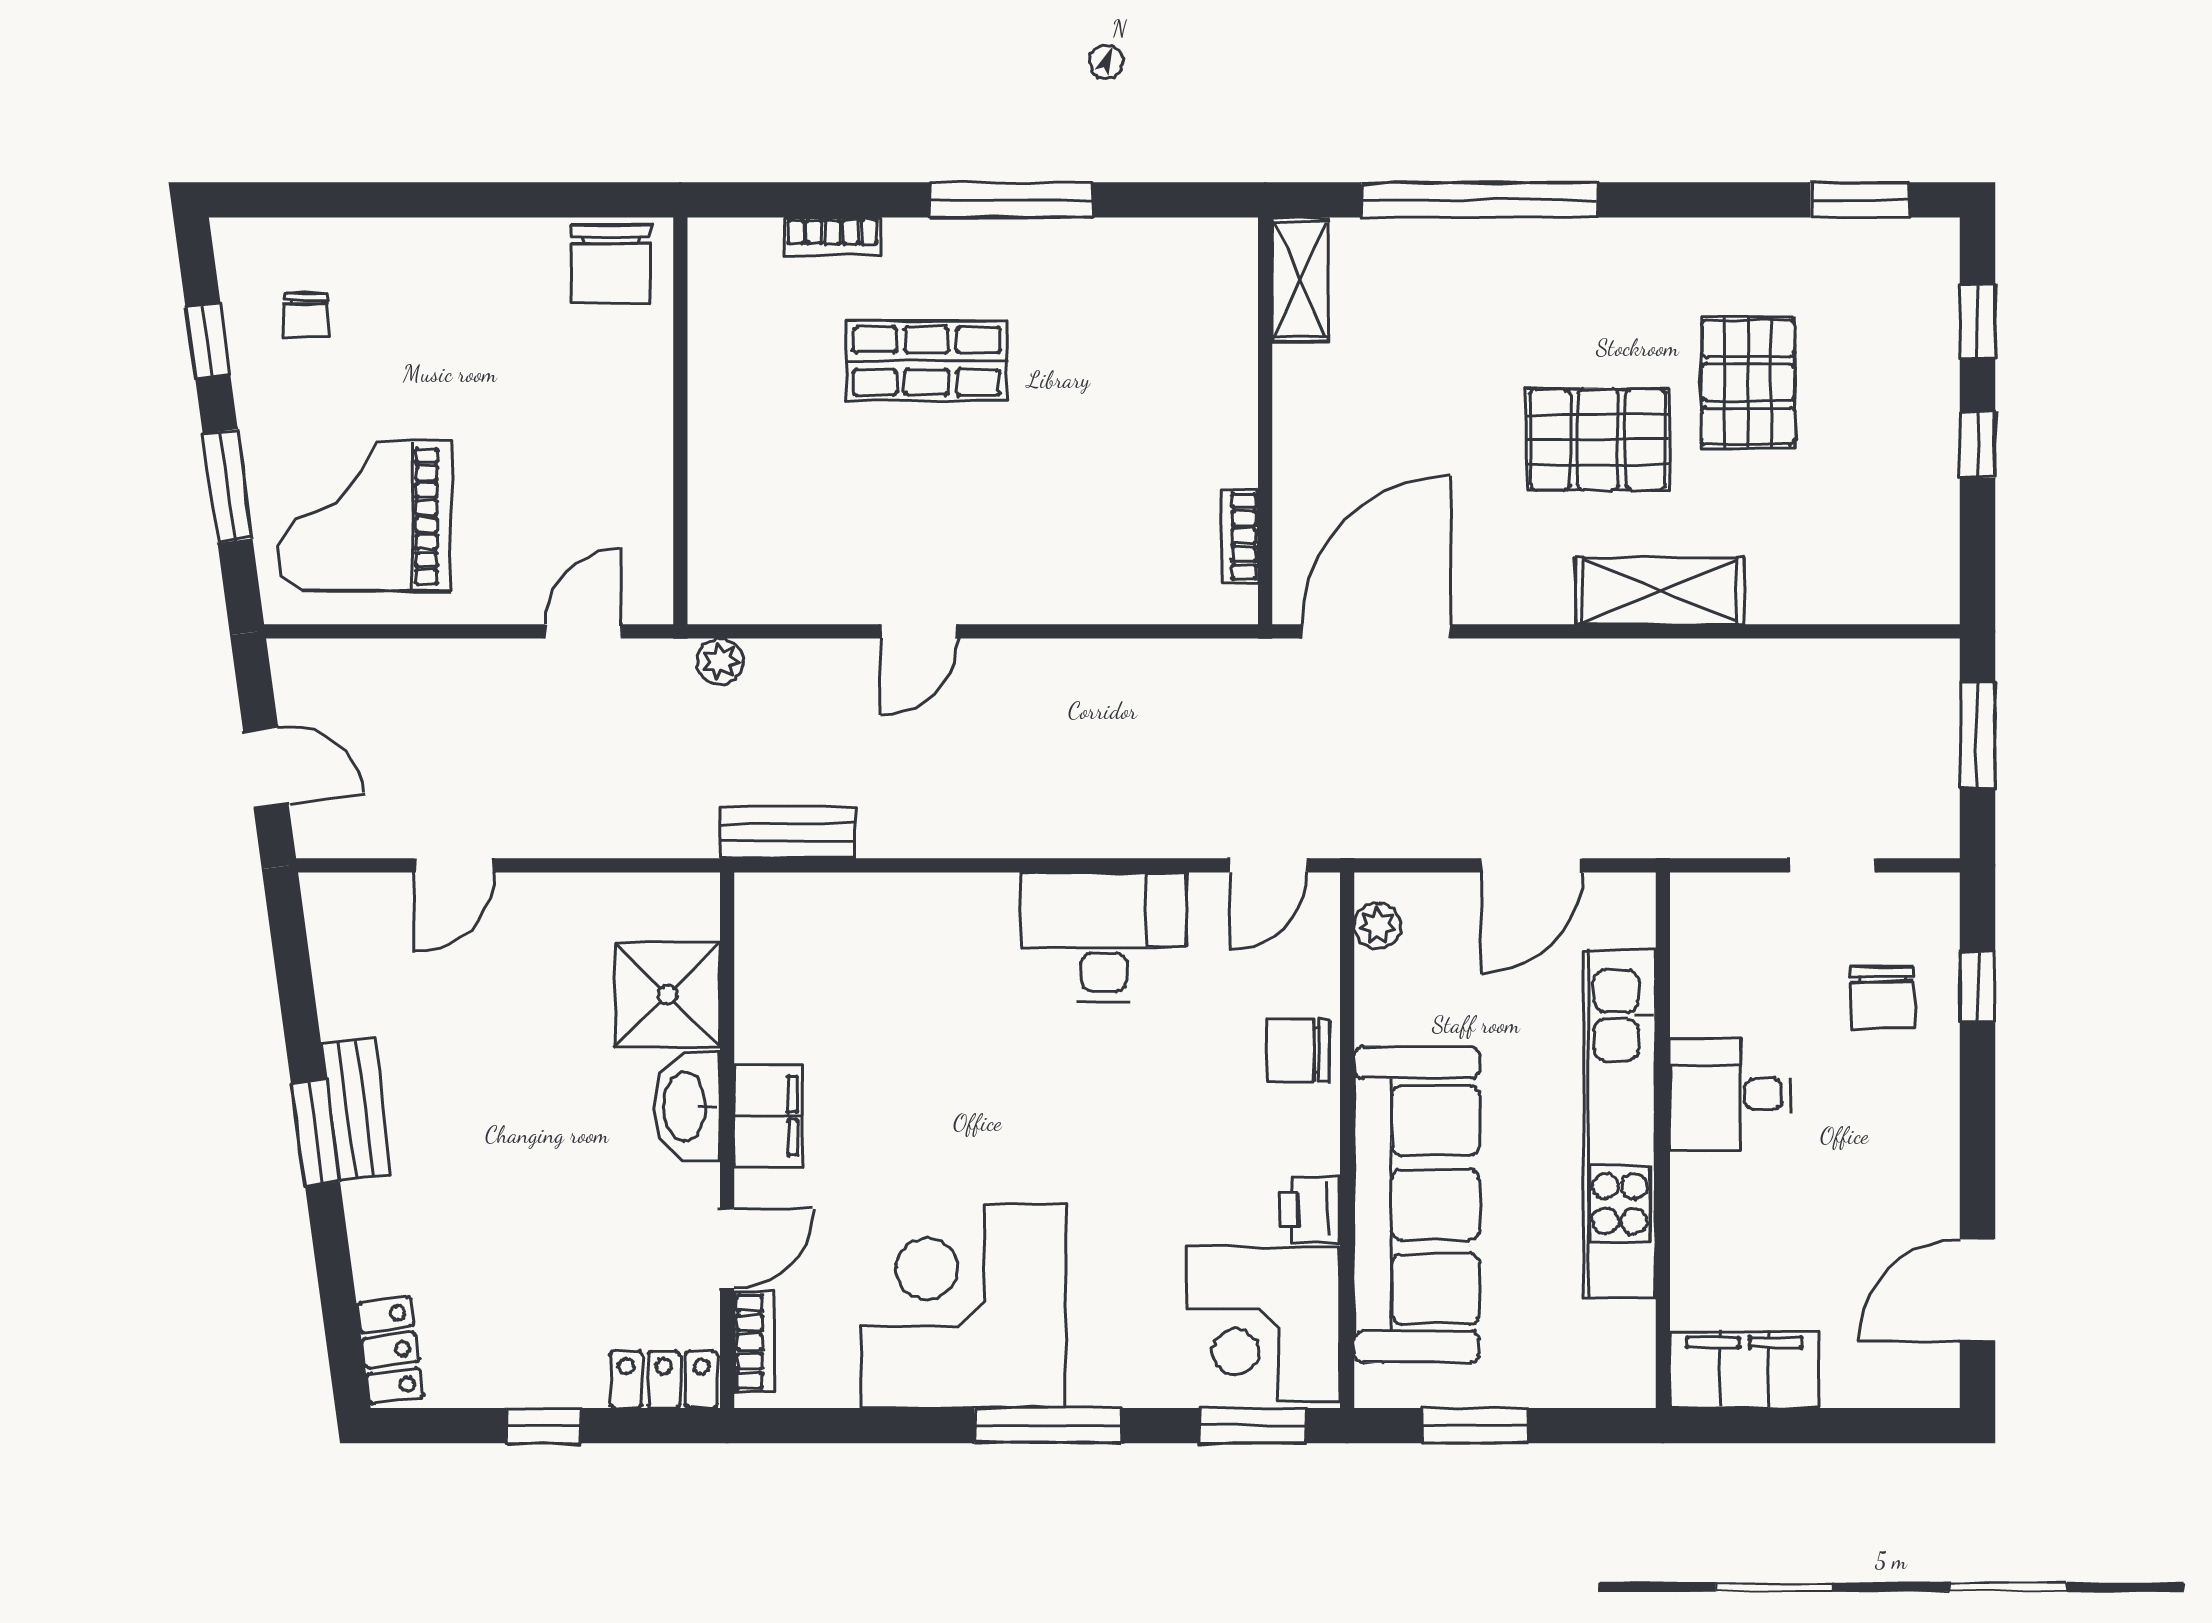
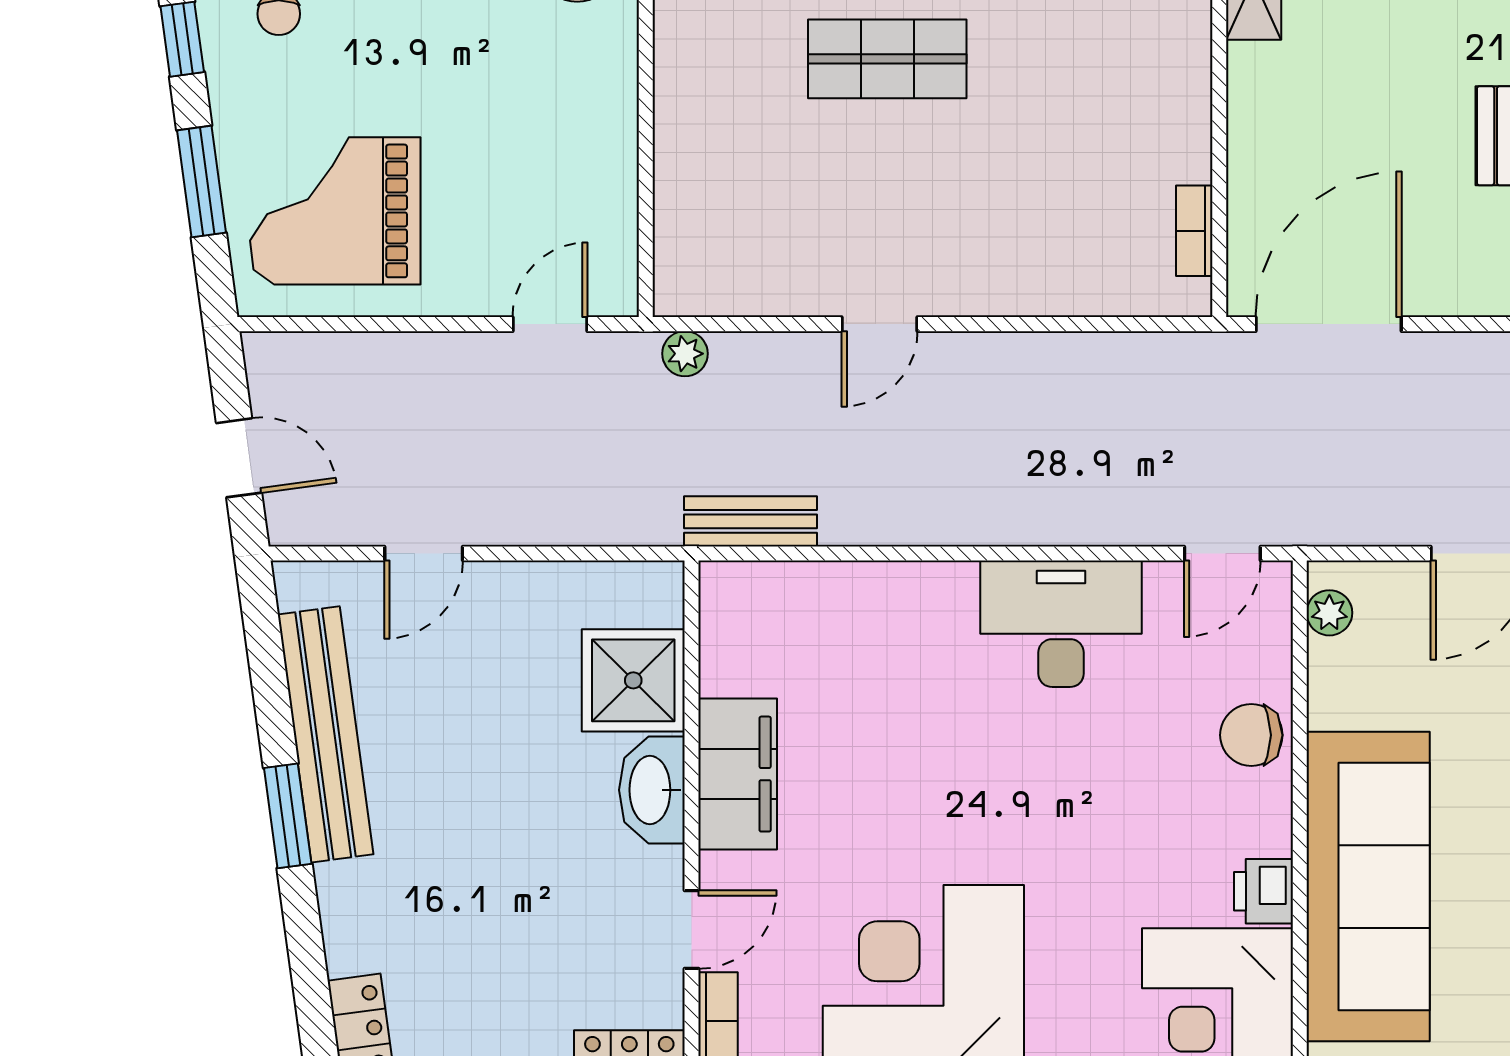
bench: (356, 1109) -> (325, 734), width x1.86, depth x1.21
filing cabinet: (768, 1116) -> (738, 774), width x1.50, depth x1.17

